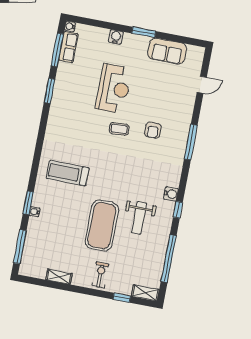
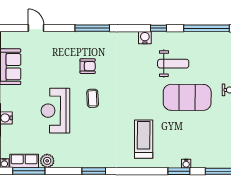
plant: (64, 71) -> (47, 161), added
reception desk: (114, 89) -> (55, 111), turned -90
window: (50, 91) -> (94, 171), moved
treadmill: (68, 173) -> (144, 139), turned 180

